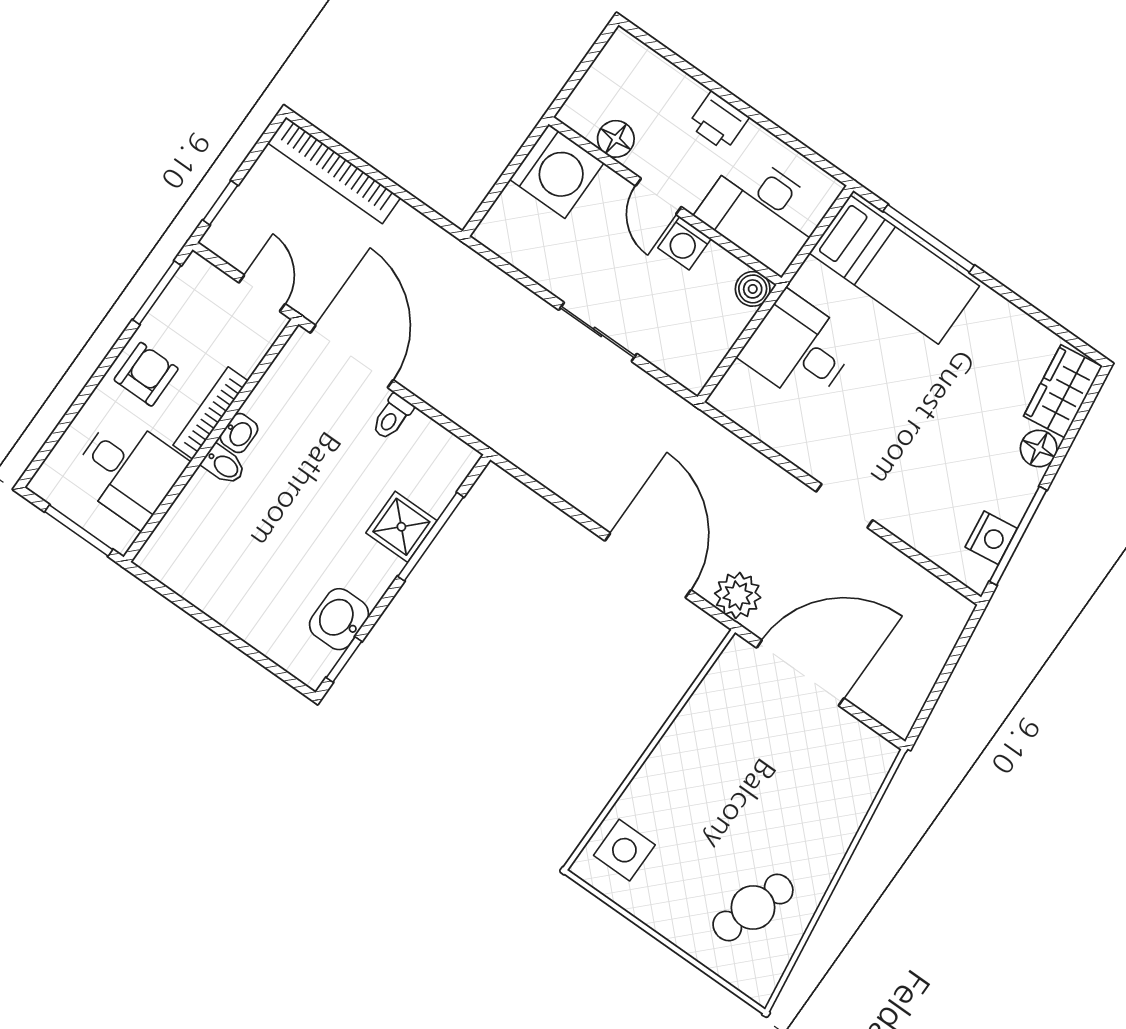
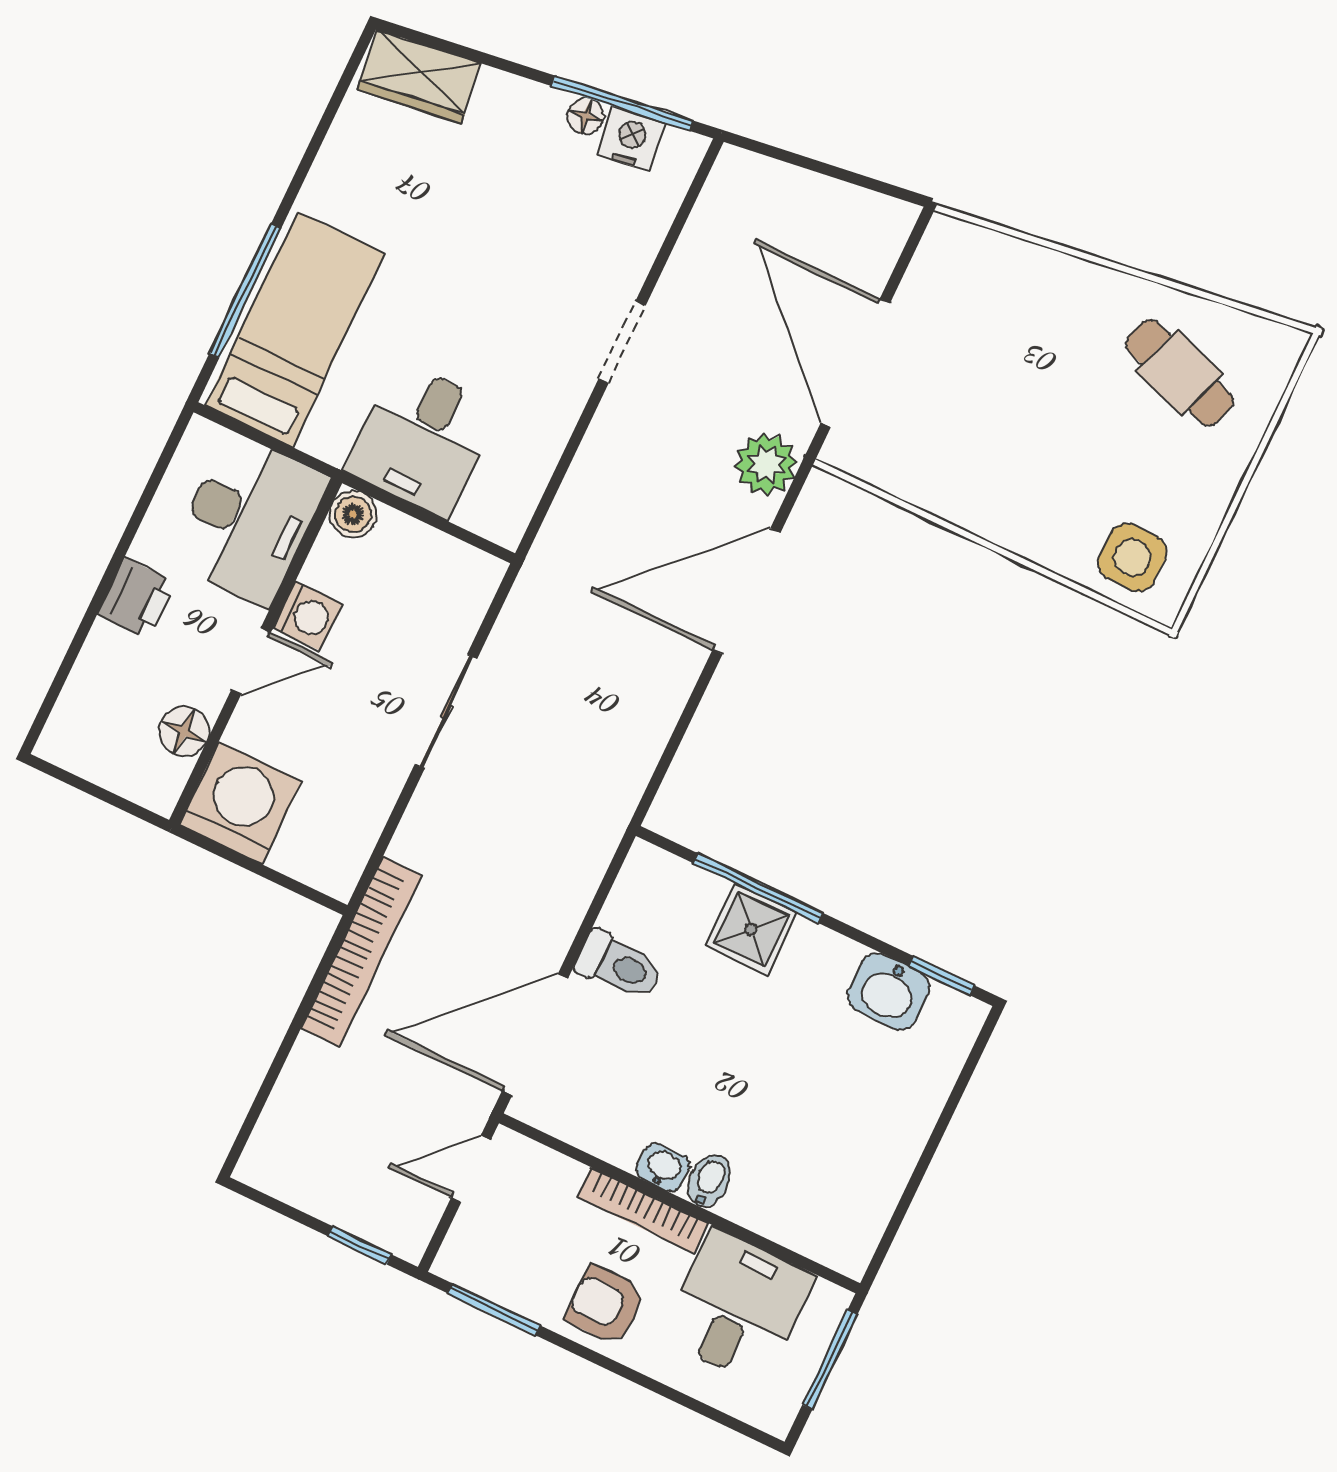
bookcase: (334, 170) -> (361, 952), moved
toilet: (392, 417) -> (619, 966), width x1.37, depth x1.39
floor lamp: (1039, 448) -> (586, 116), moved, width x0.73, depth x0.73

